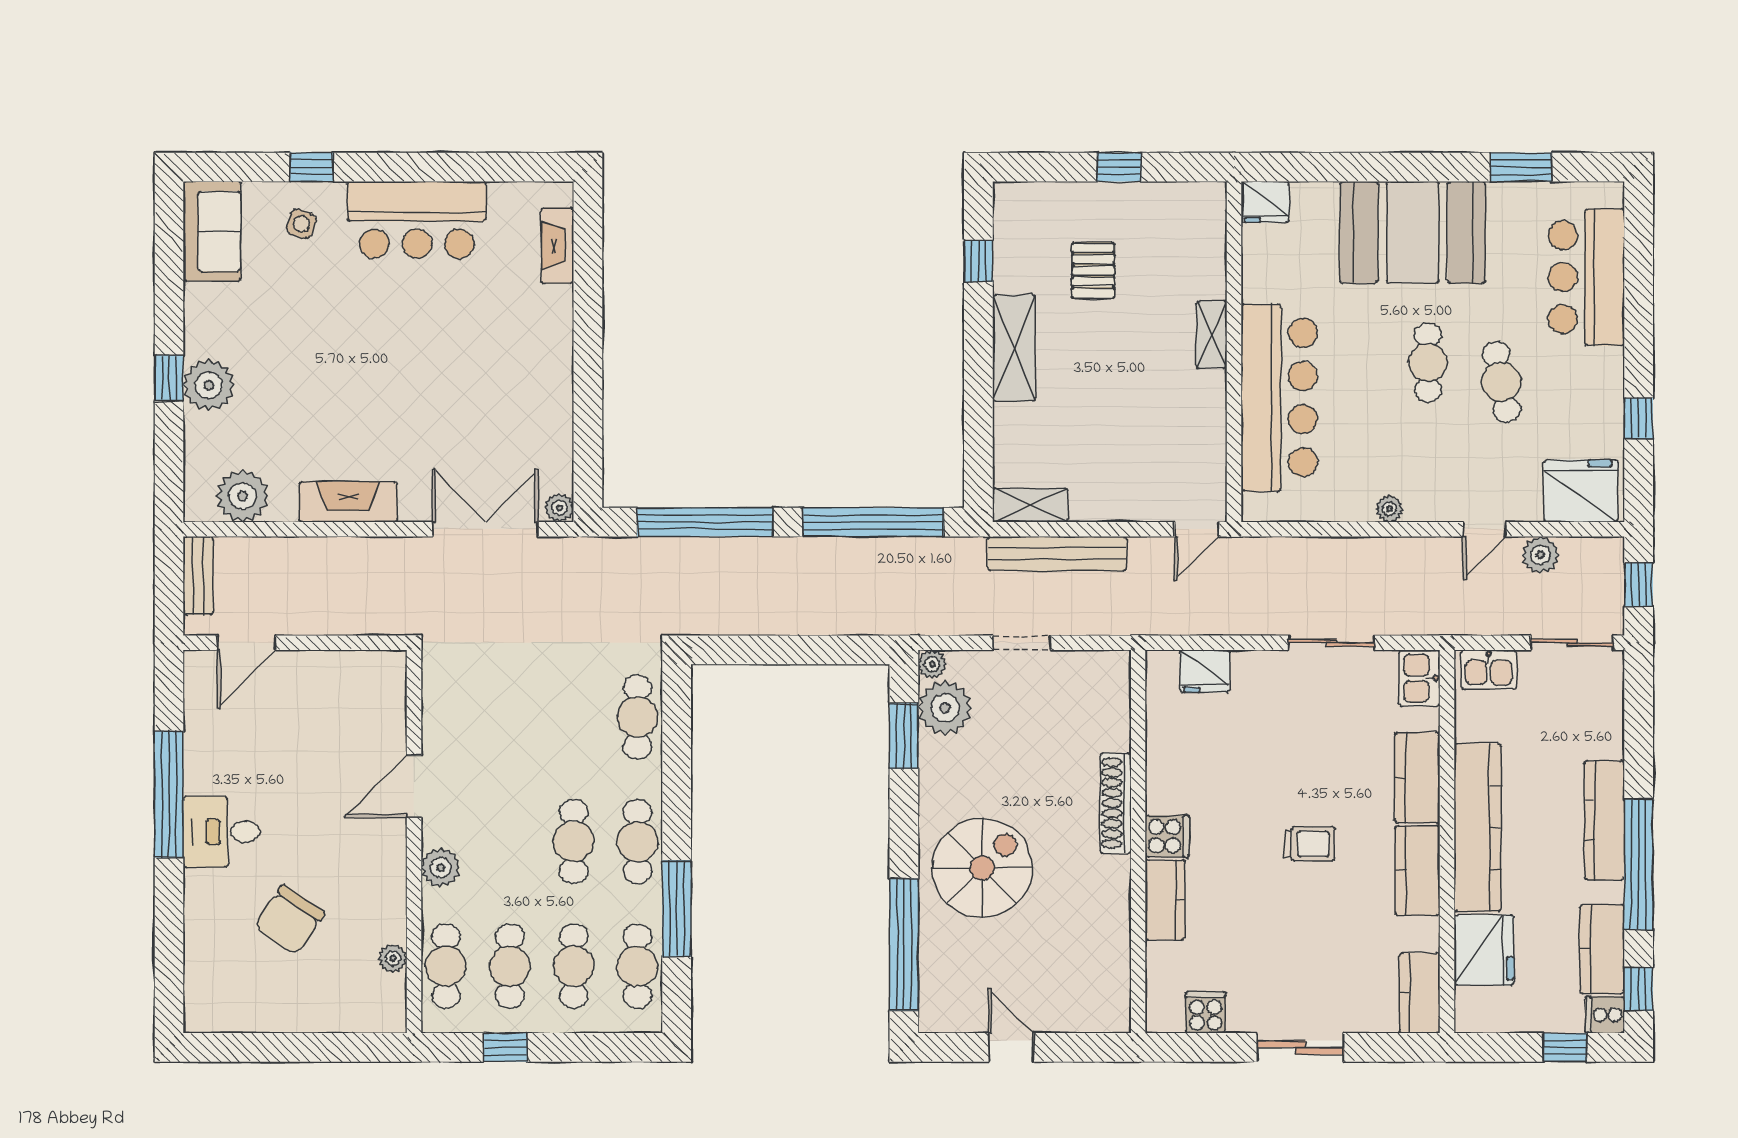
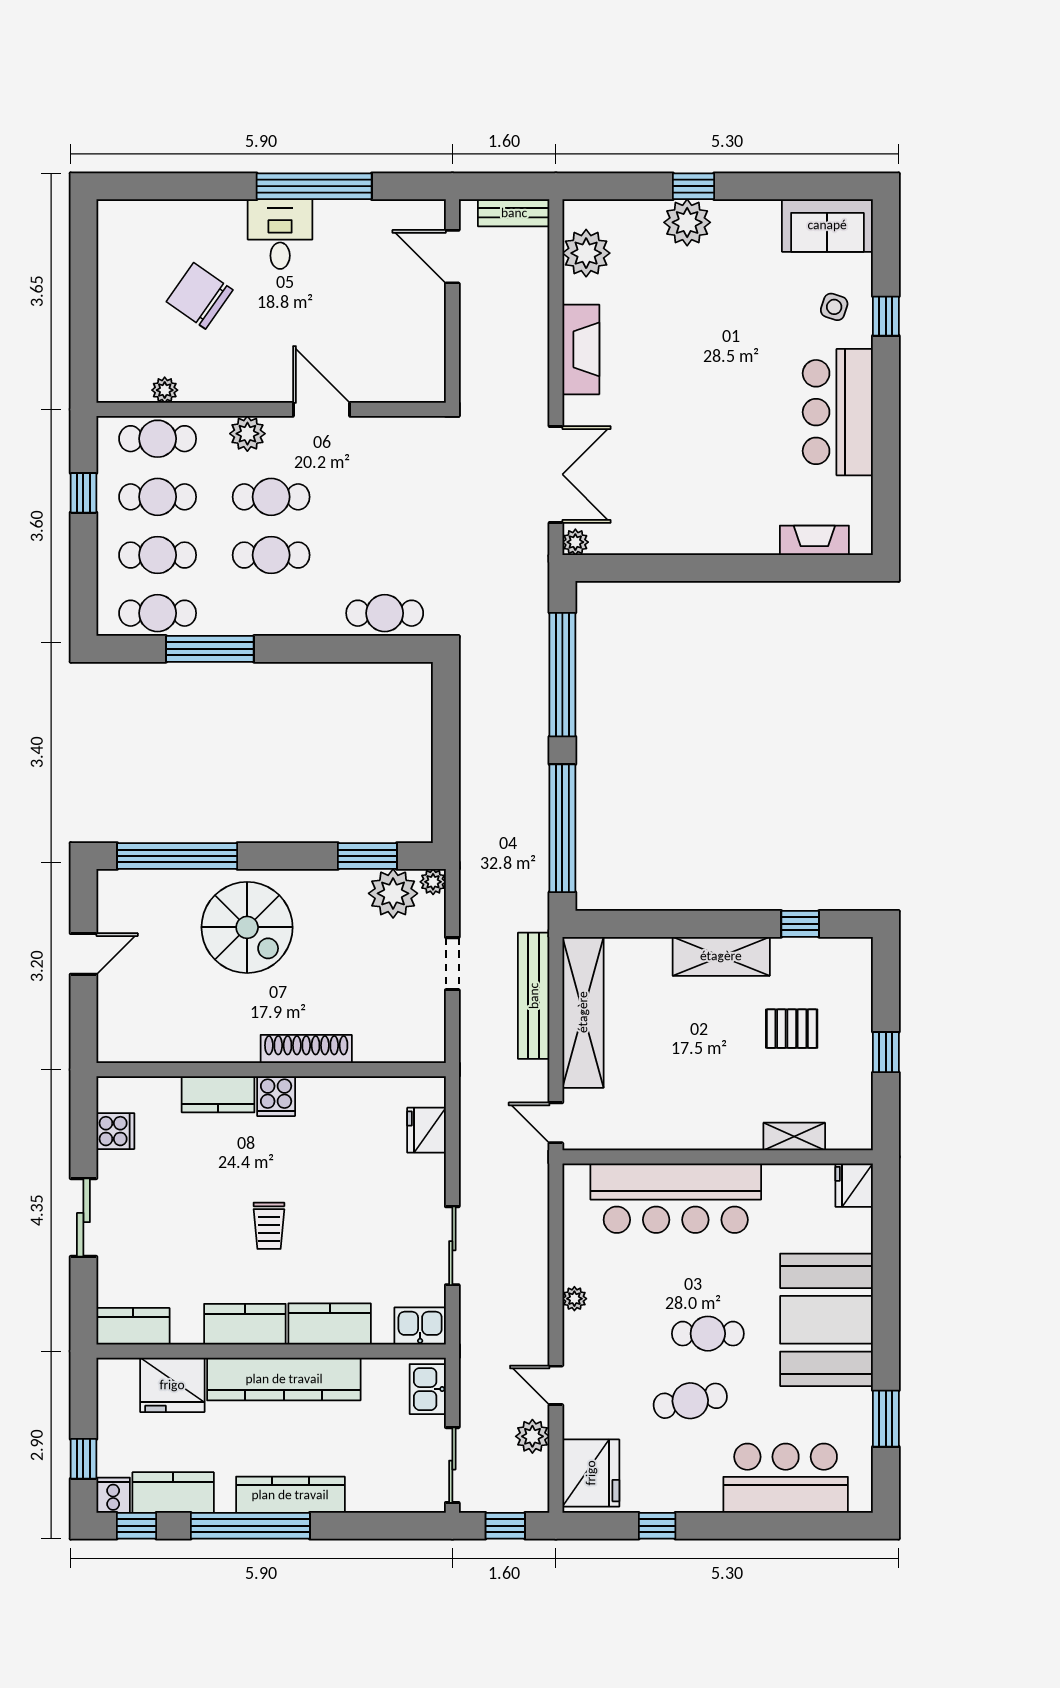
shelving: (1212, 335) -> (794, 1137), moved
shelving: (1030, 505) -> (583, 1012), width x2.20, depth x1.33
cafe table: (637, 842) -> (271, 497), moved

